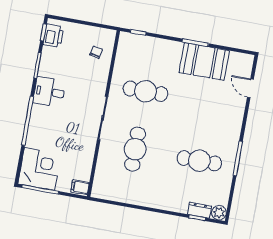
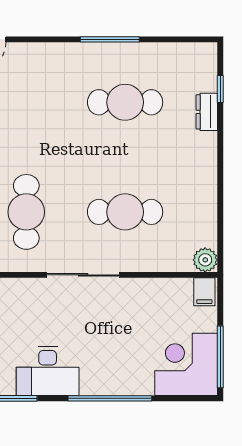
desk: (49, 92) -> (48, 371), width x1.37
cafe table: (199, 161) -> (125, 102), turned 90
dresser: (200, 210) -> (207, 112), moved
plant: (219, 213) -> (205, 260), moved

